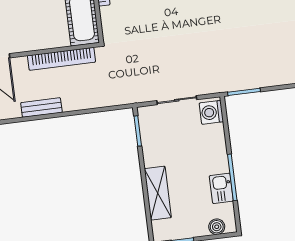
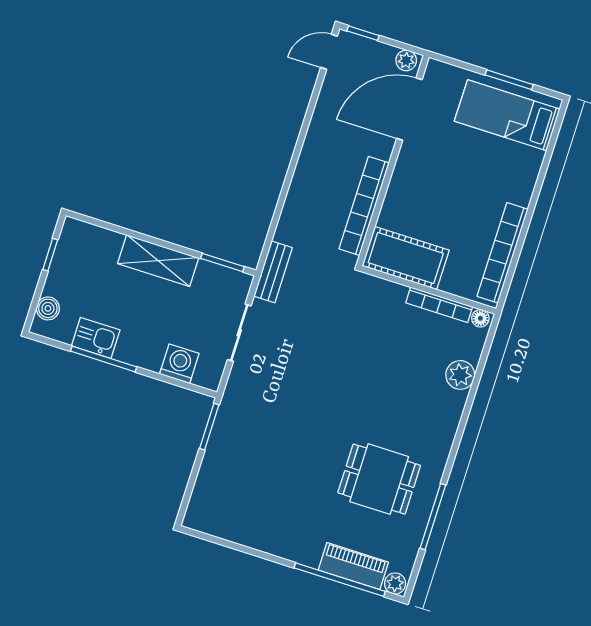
bench: (41, 108) -> (273, 272), moved
washing machine: (211, 112) -> (179, 364), moved
shelving: (158, 193) -> (158, 261), moved

